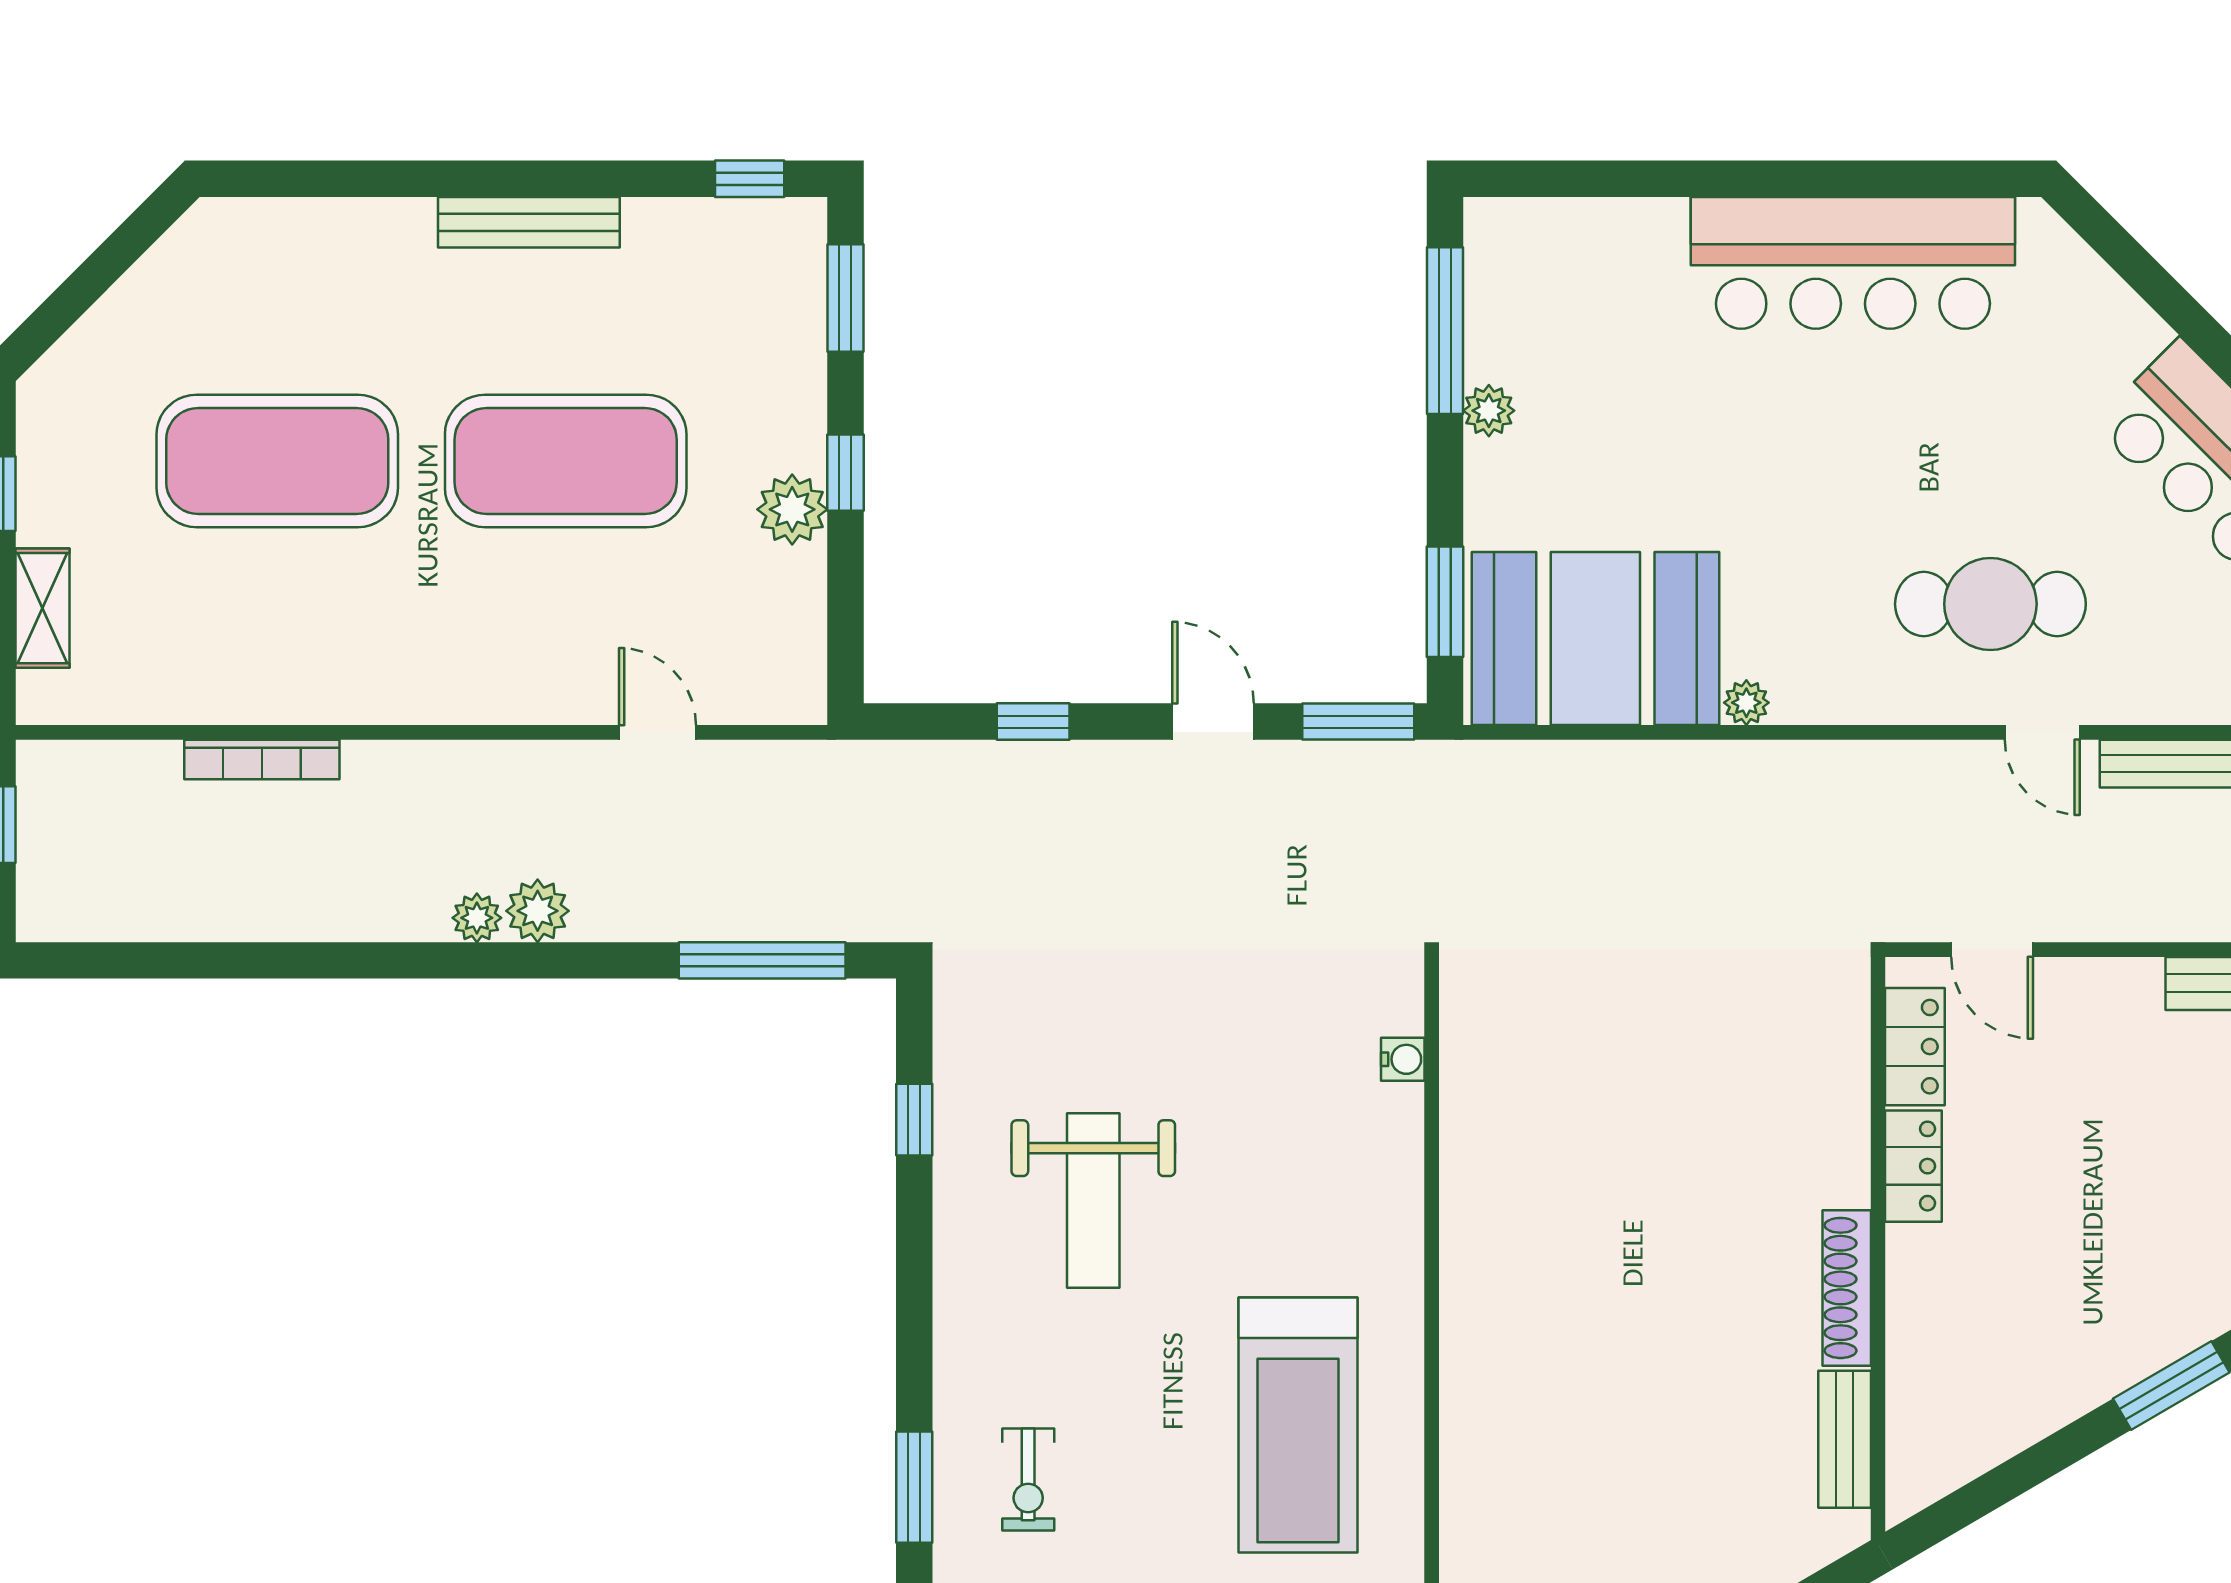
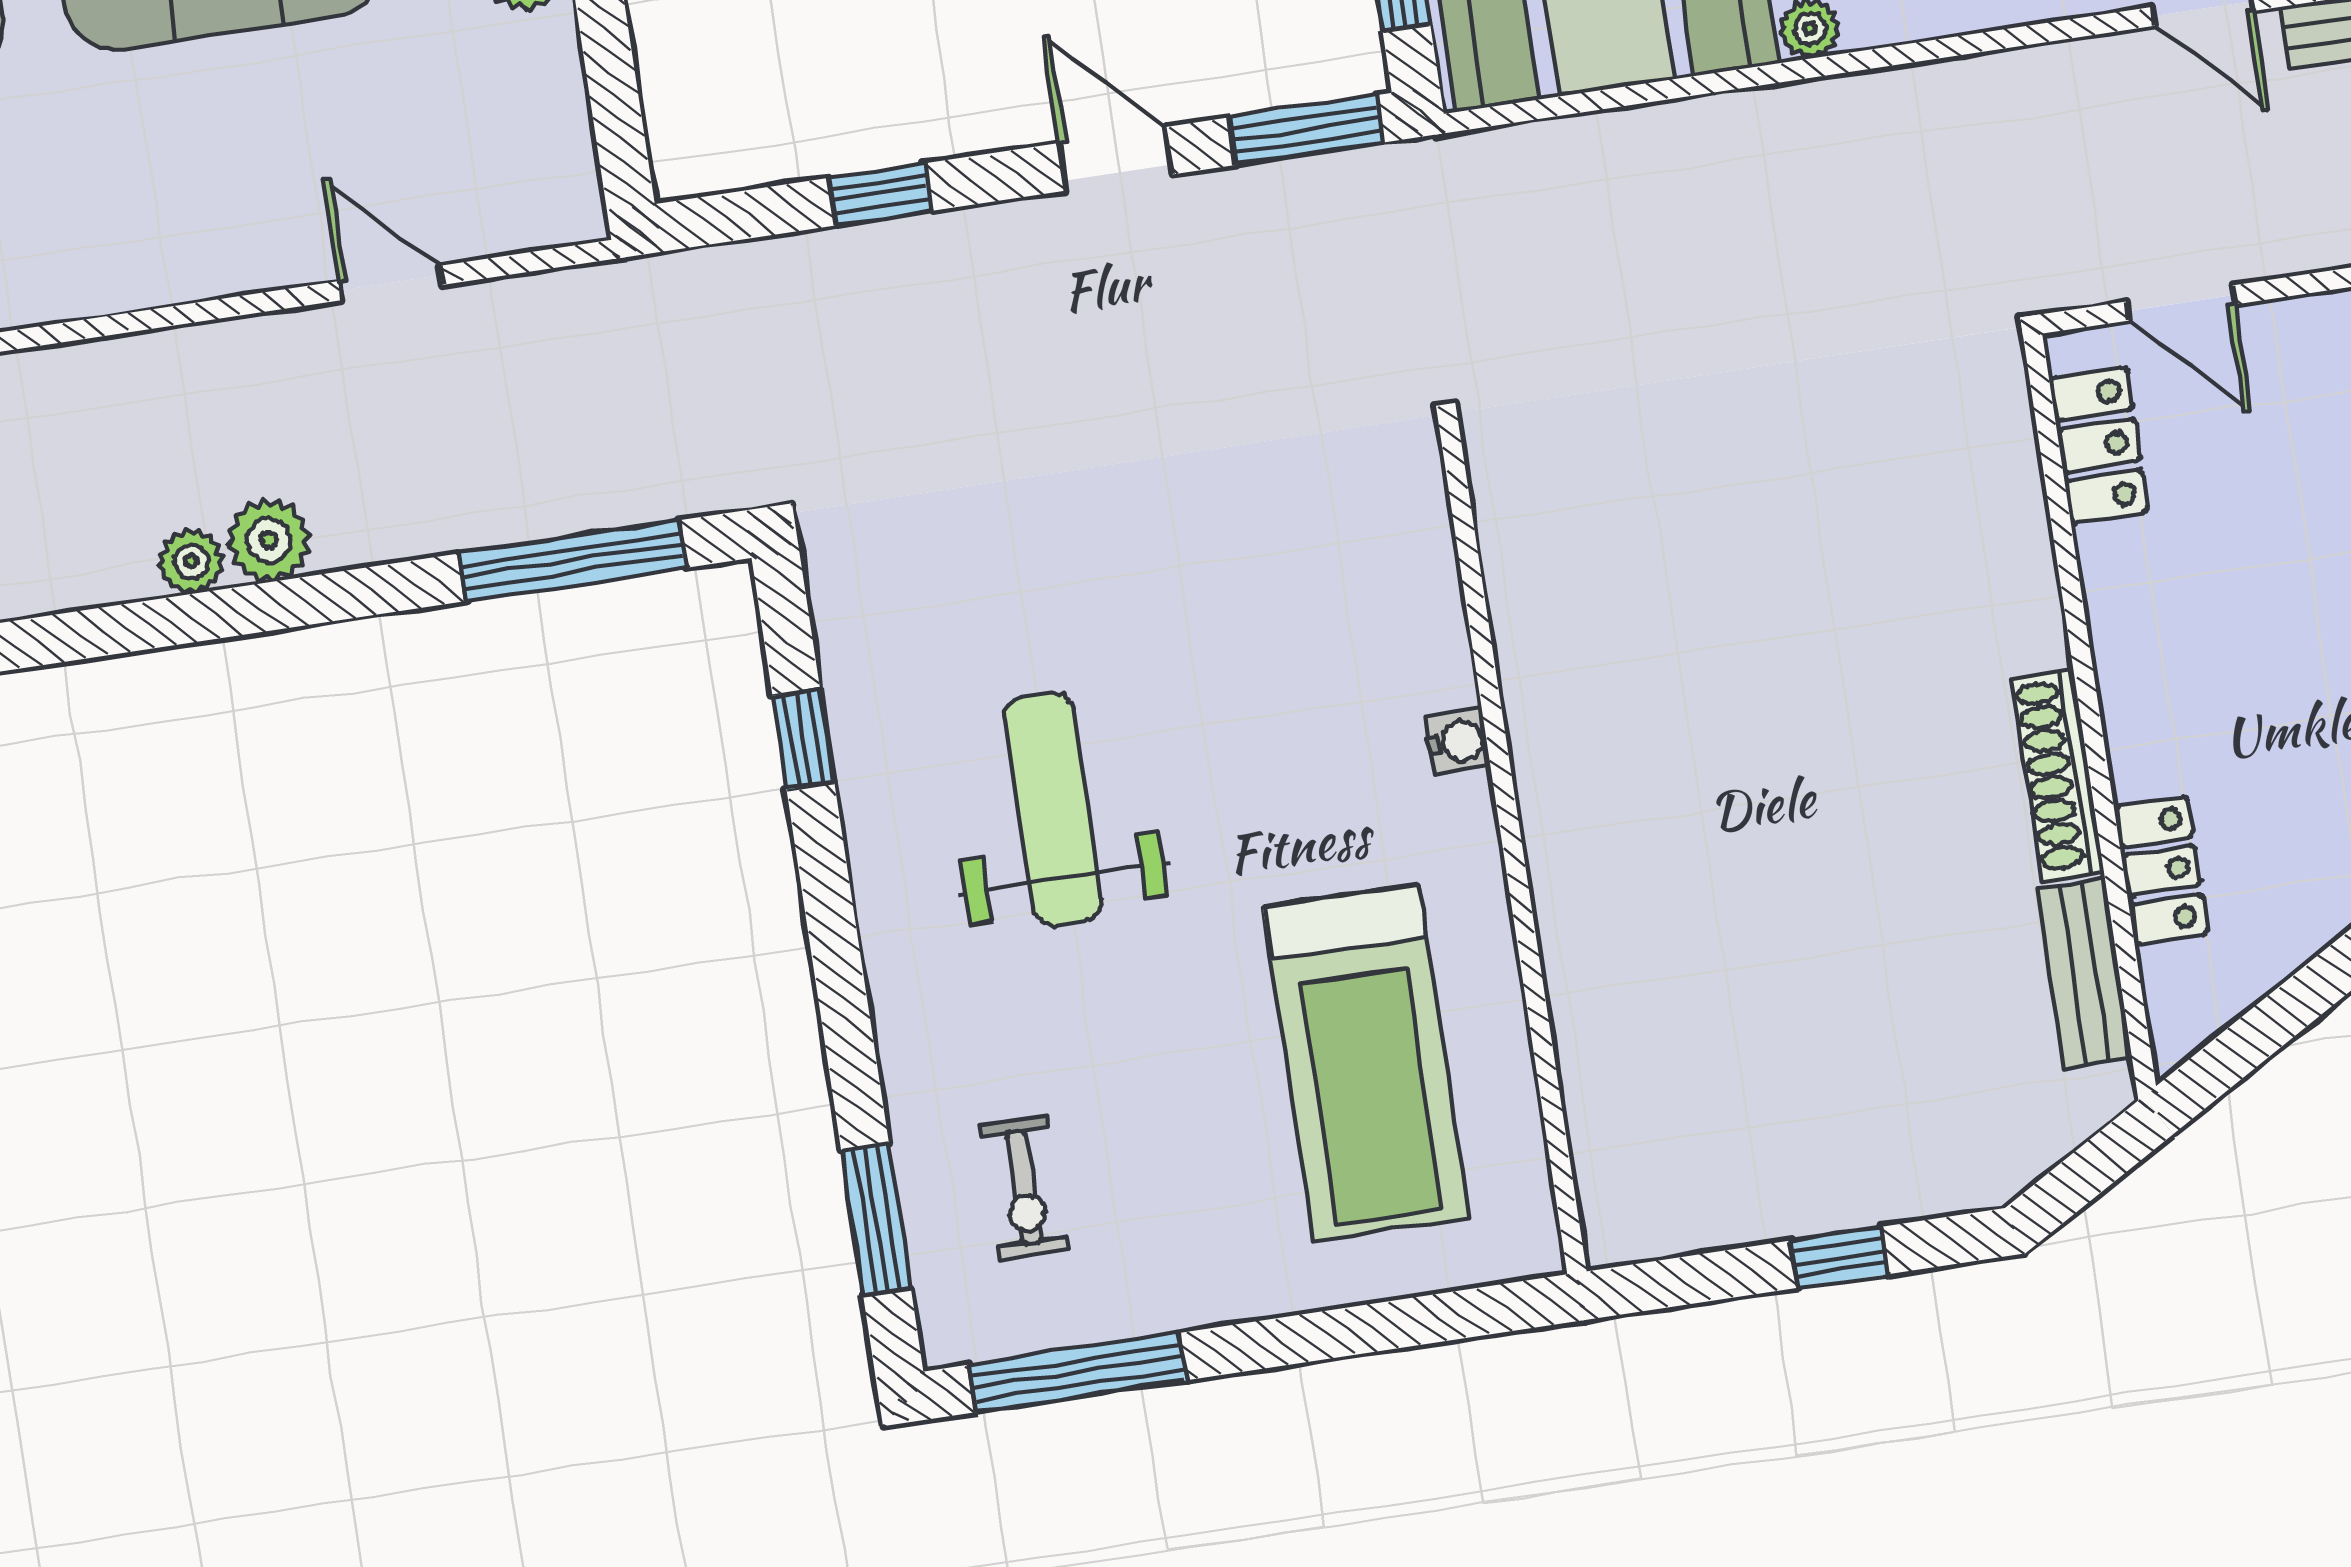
water cooler: (1403, 1059) -> (1458, 742), moved
locker: (1913, 1166) -> (2161, 870), moved
weight bench: (1093, 1201) -> (1054, 809), turned 180

